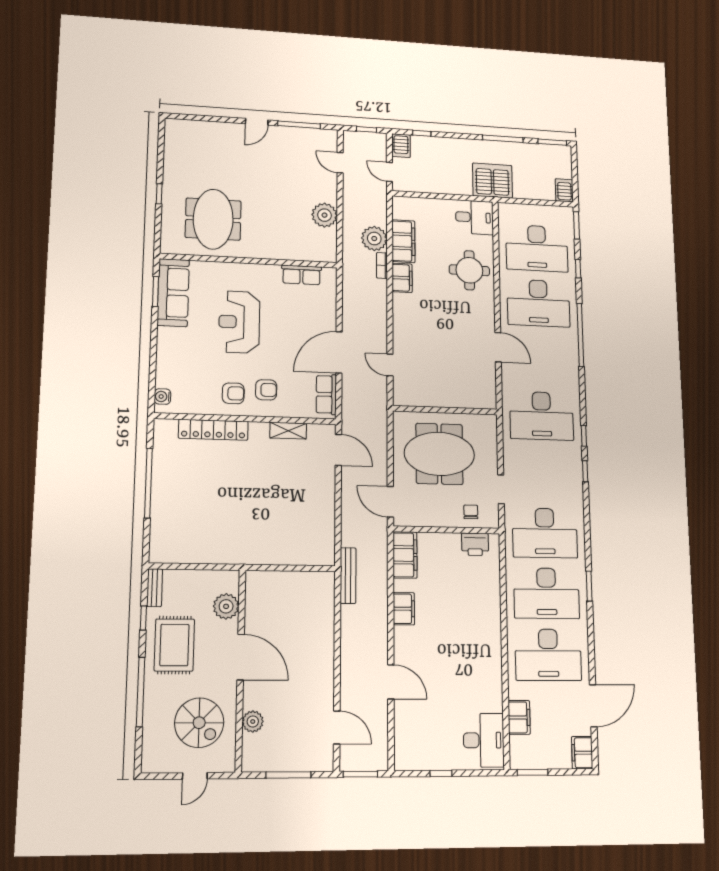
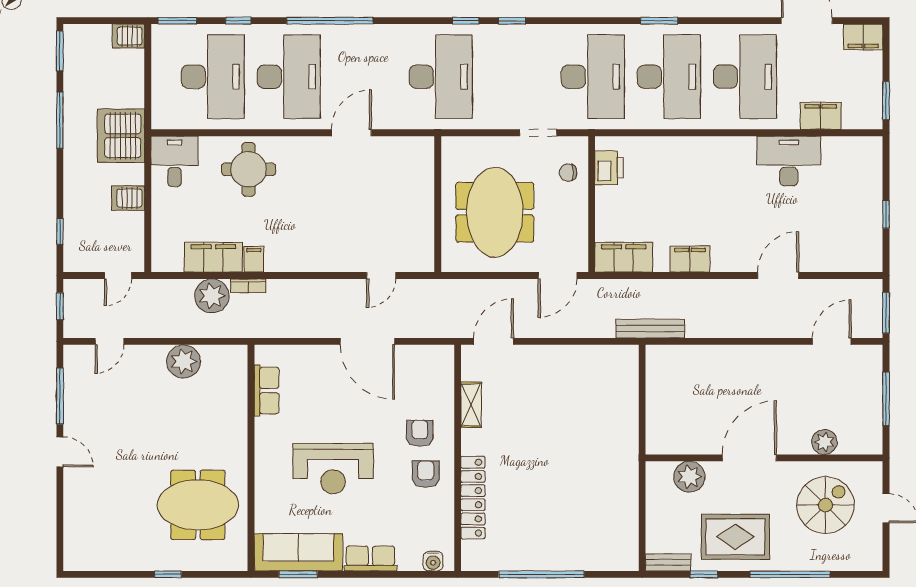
server rack: (401, 146) -> (128, 198), moved, turned 180
filing cabinet: (402, 278) -> (254, 259), width x0.50
row of seats: (326, 394) -> (370, 558), moved, turned 180
desk: (484, 740) -> (789, 161), moved

